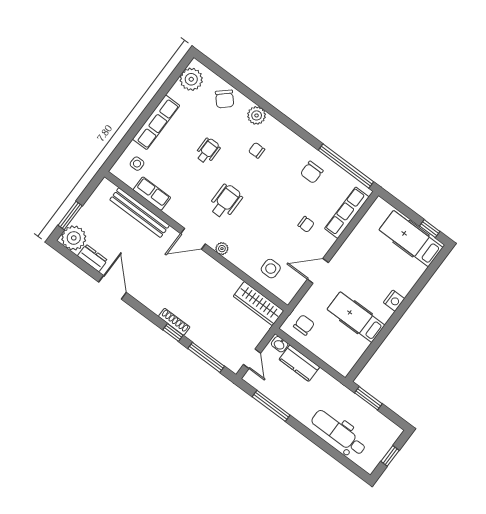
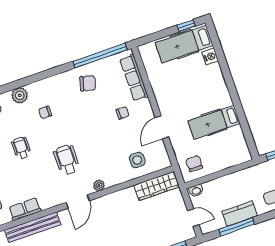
chair: (312, 172) -> (88, 83), turned -75
nightstand: (394, 301) -> (210, 57), moved
kitchen counter: (299, 363) -> (240, 214), moved, turned 180

